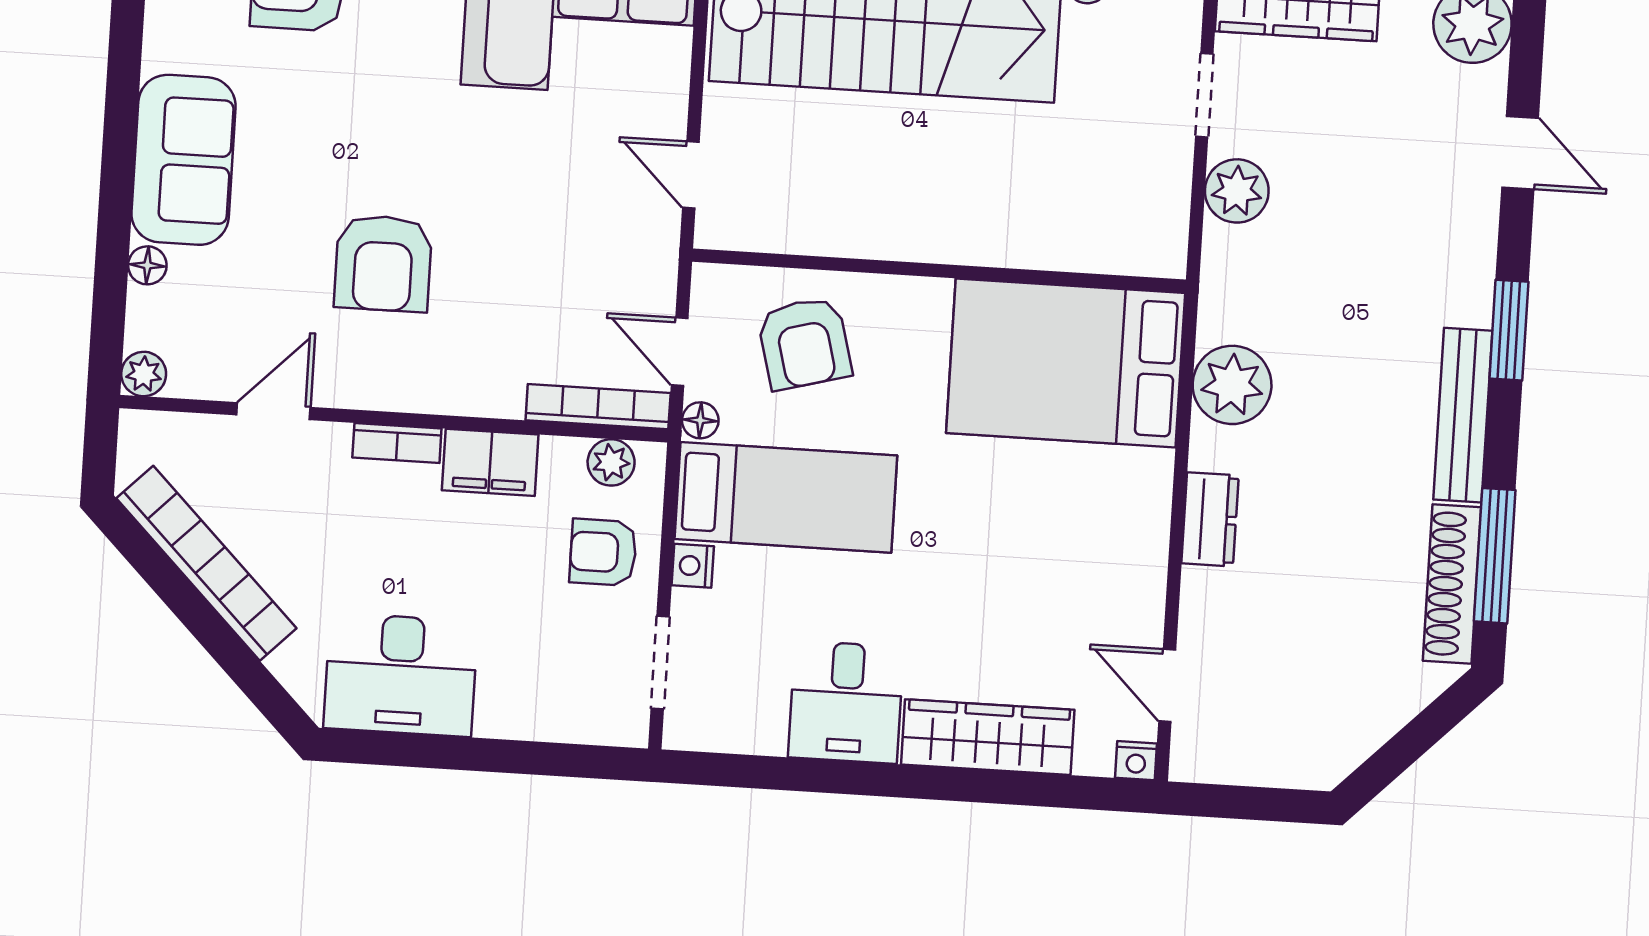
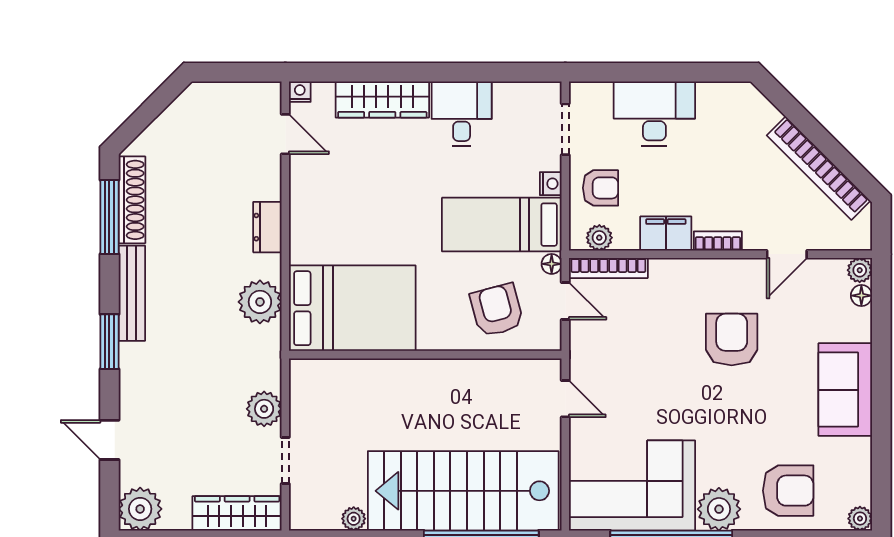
floor lamp: (147, 265) -> (861, 296), moved
desk: (401, 675) -> (654, 113), moved

